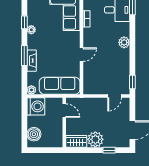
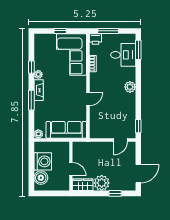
fireplace: (32, 61) -> (39, 90), moved
washing machine: (36, 106) -> (43, 161), moved
door: (64, 111) -> (71, 169), moved

